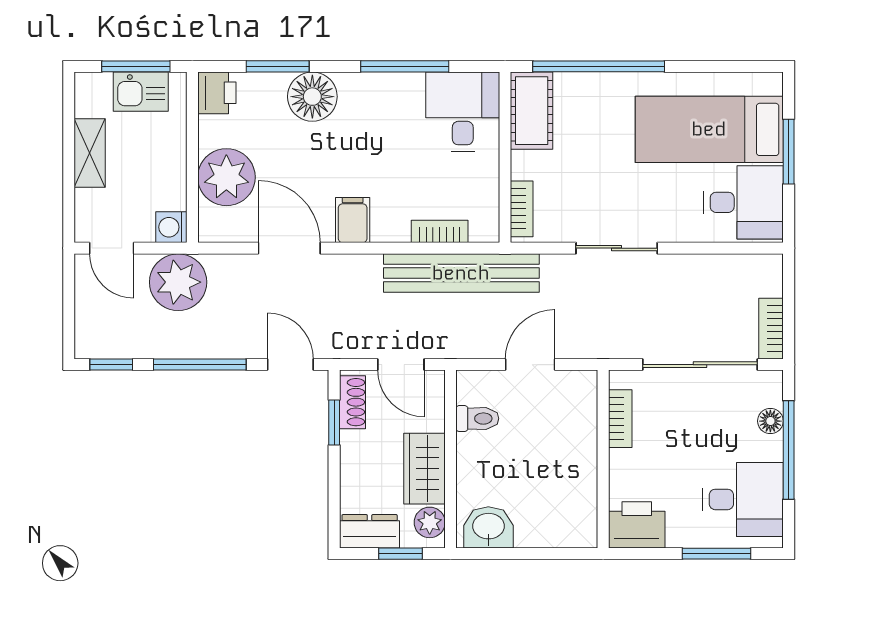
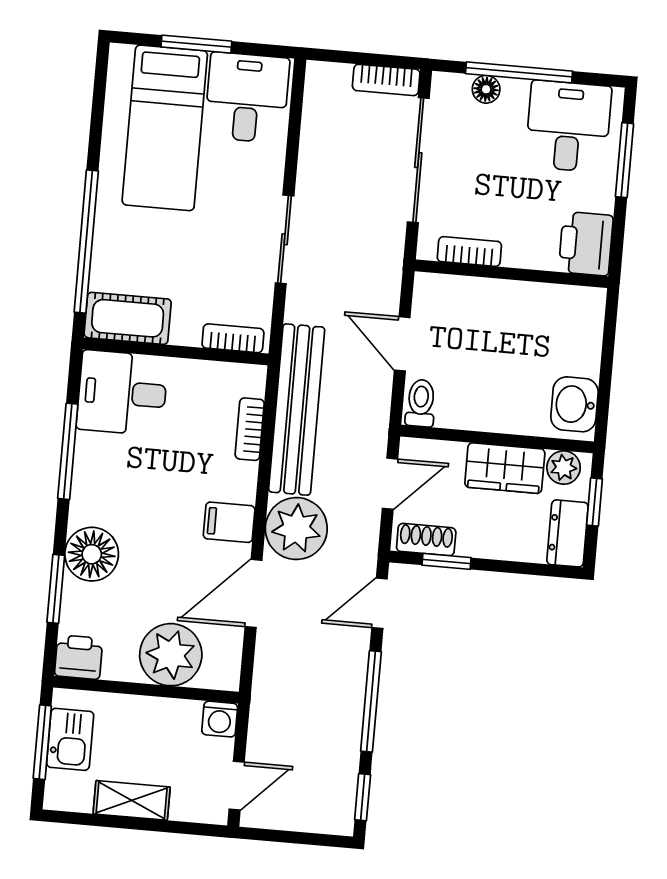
plant: (178, 282) -> (296, 529), moved
toilet: (477, 419) -> (421, 403), moved

